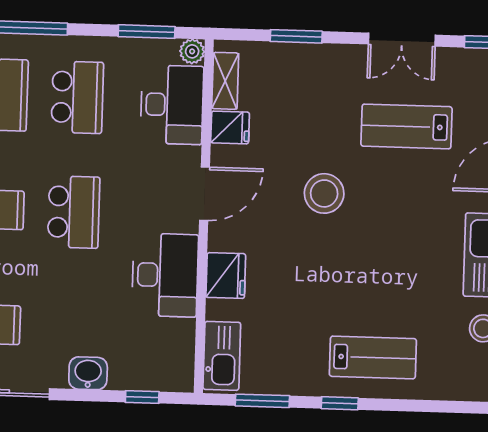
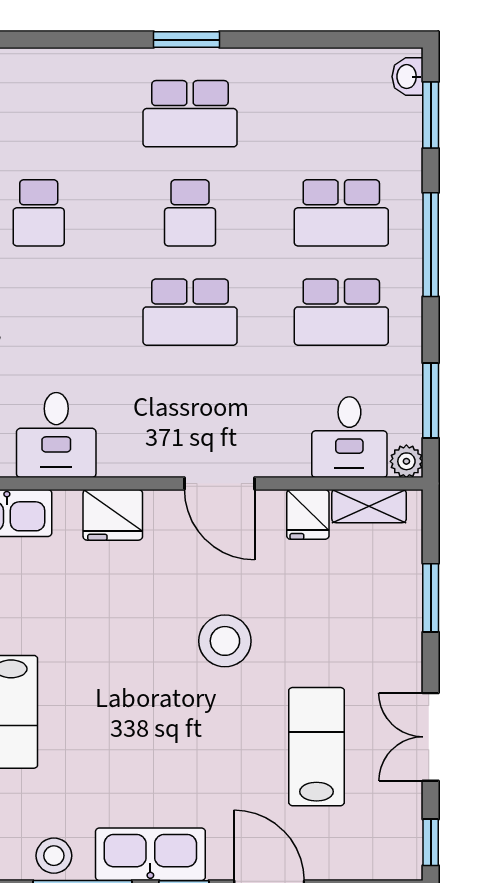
desk: (172, 105) -> (349, 437), width x0.73
desk: (165, 275) -> (56, 435), moved, width x0.73

